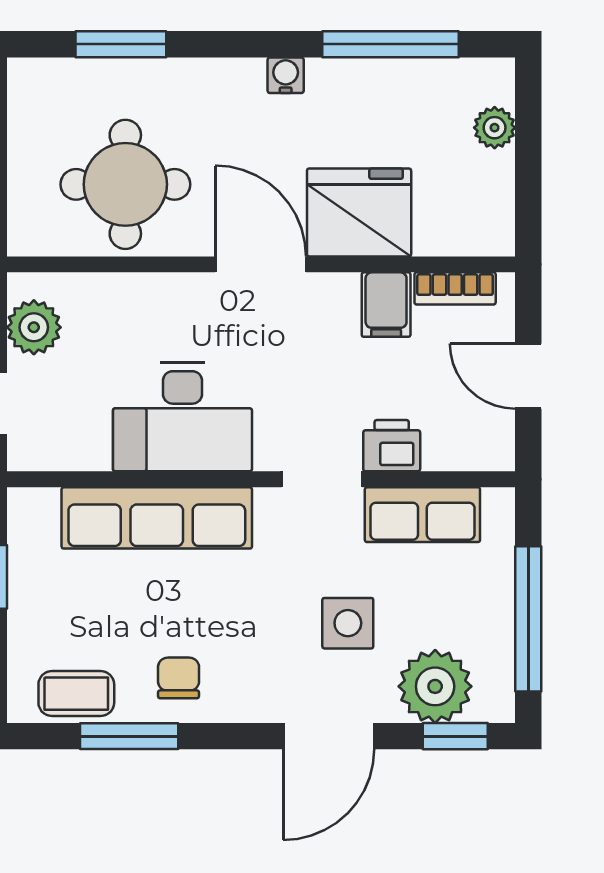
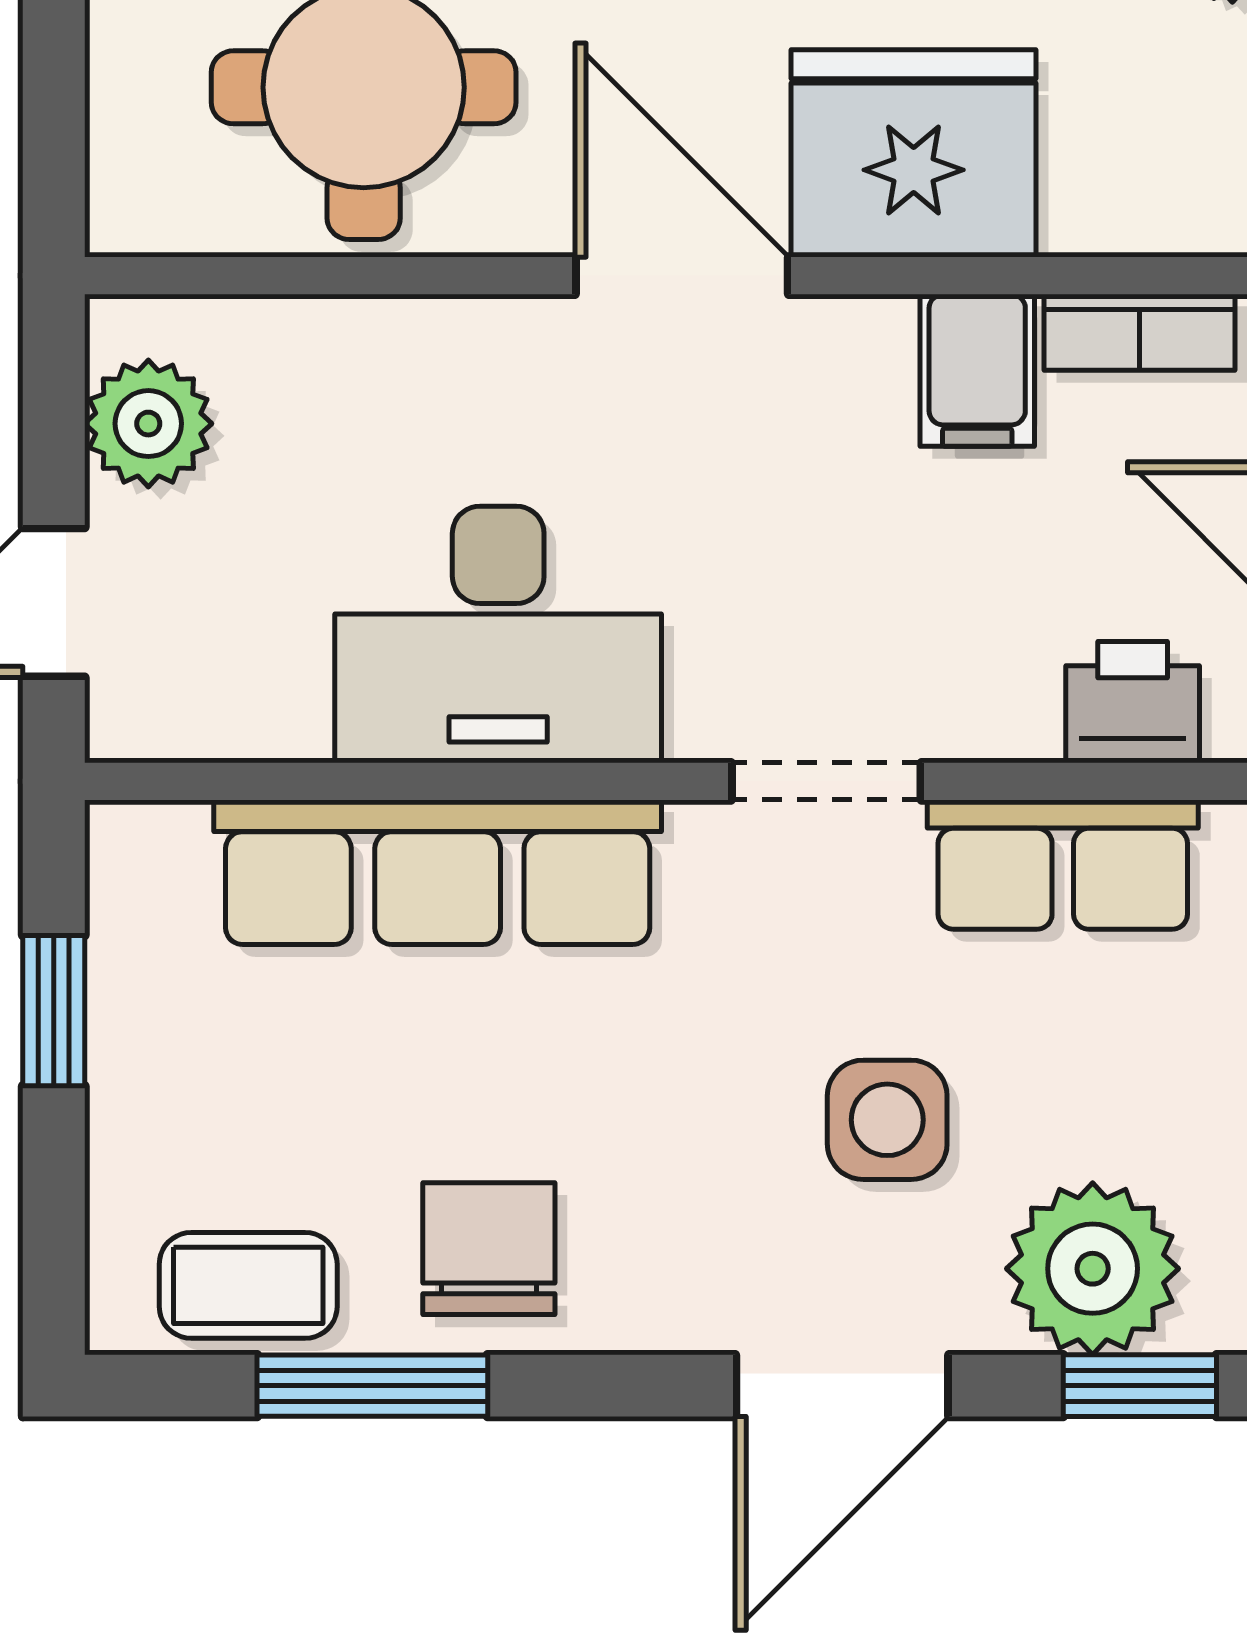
printer: (392, 446) -> (1133, 702), moved
chair: (179, 678) -> (489, 1249), width x1.37, depth x1.37

